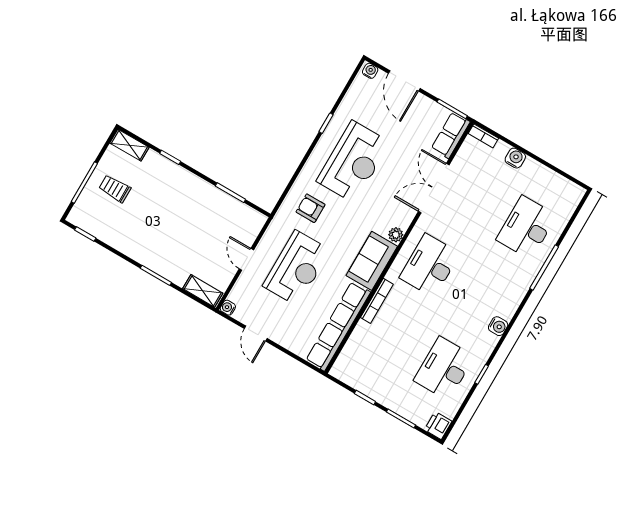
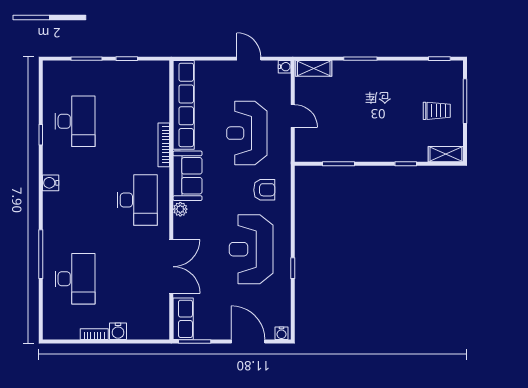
bookcase: (483, 136) -> (94, 334), moved
printer: (438, 425) -> (52, 71), removed

